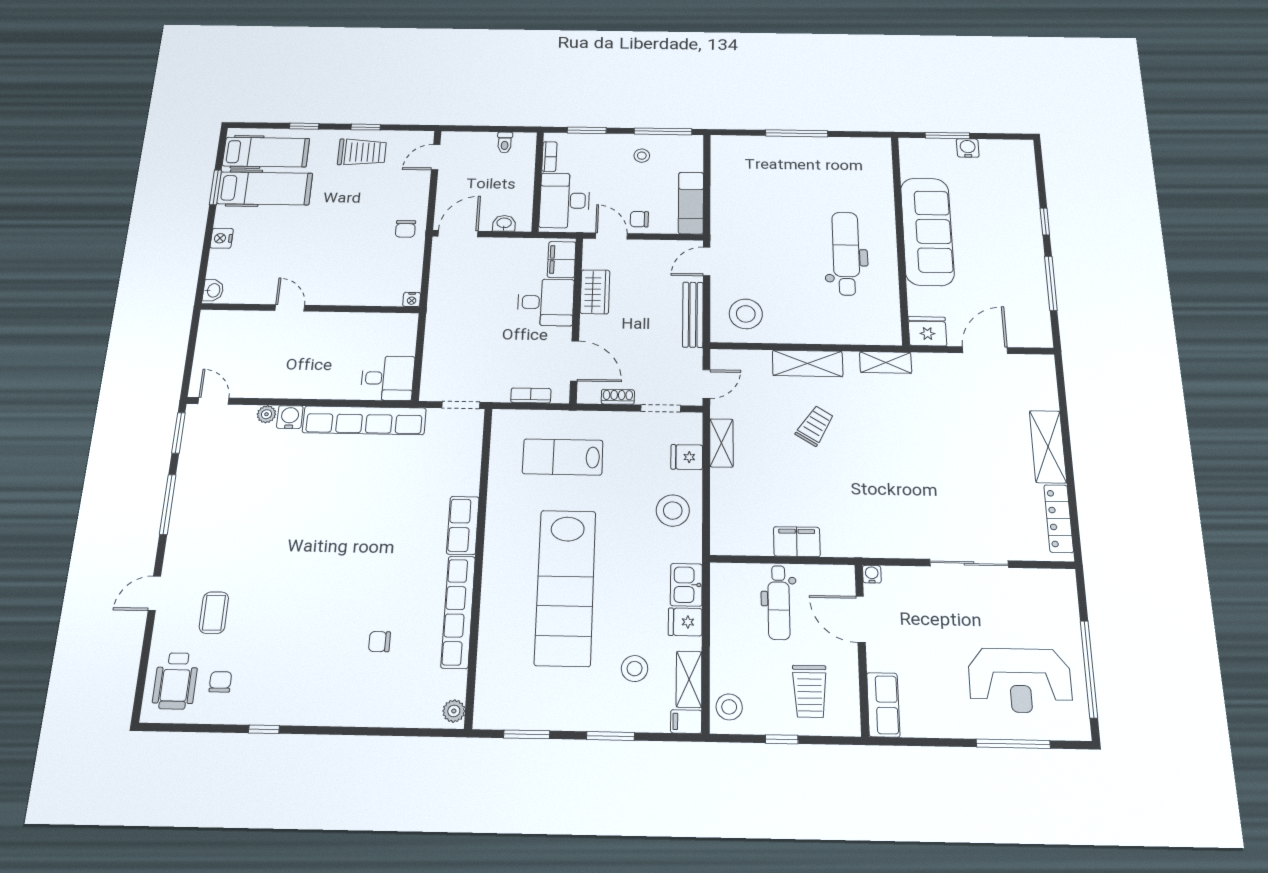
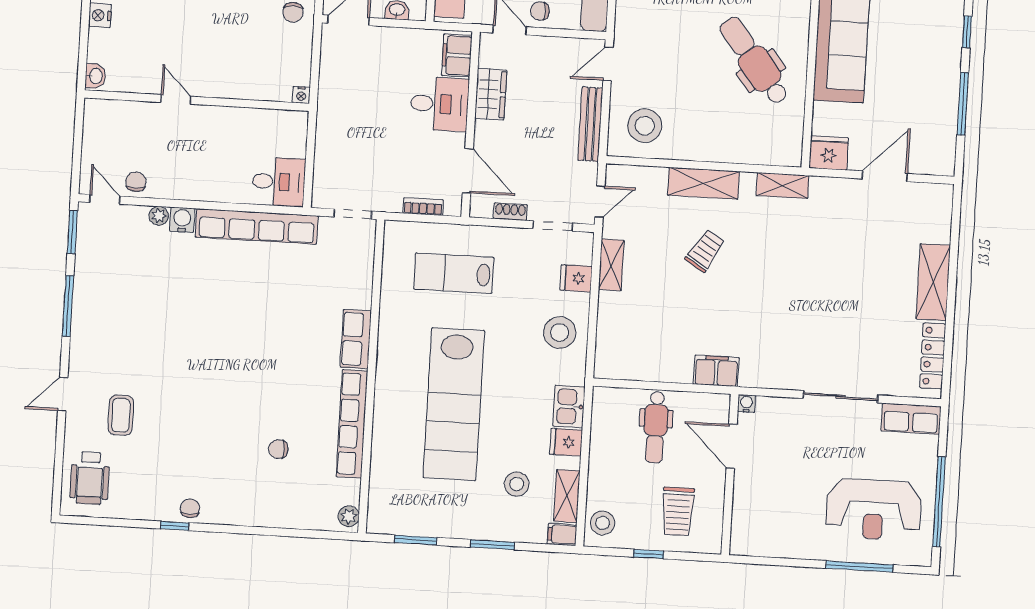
dental chair: (846, 253) -> (754, 61), turned -38
chair: (246, 384) -> (136, 182), added
filing cabinet: (797, 542) -> (716, 371), moved
chair: (220, 682) -> (190, 508), moved
row of seats: (883, 705) -> (911, 419), moved, turned 90

